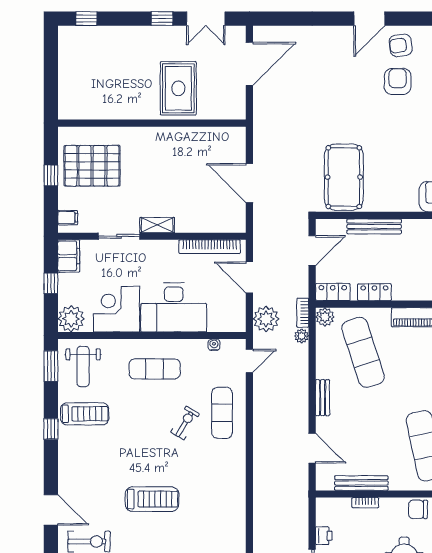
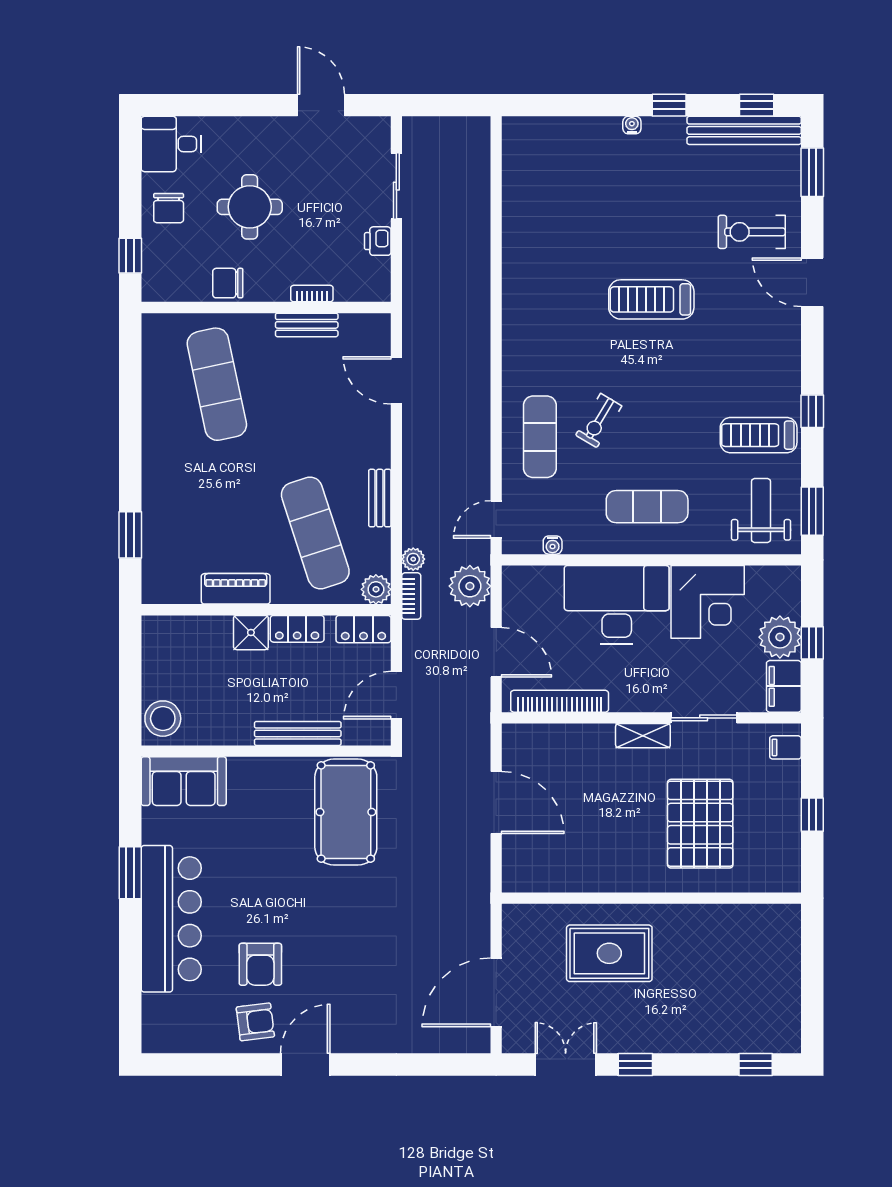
rug: (178, 88) -> (609, 953), turned 90
pallet: (92, 166) -> (700, 824), moved, turned 90
shower: (403, 290) -> (251, 633), added
plant: (71, 319) -> (780, 637), moved
bench: (323, 398) -> (380, 498), moved
bench: (361, 483) -> (307, 325), width x0.73
chair: (418, 509) -> (228, 283), turned 180

